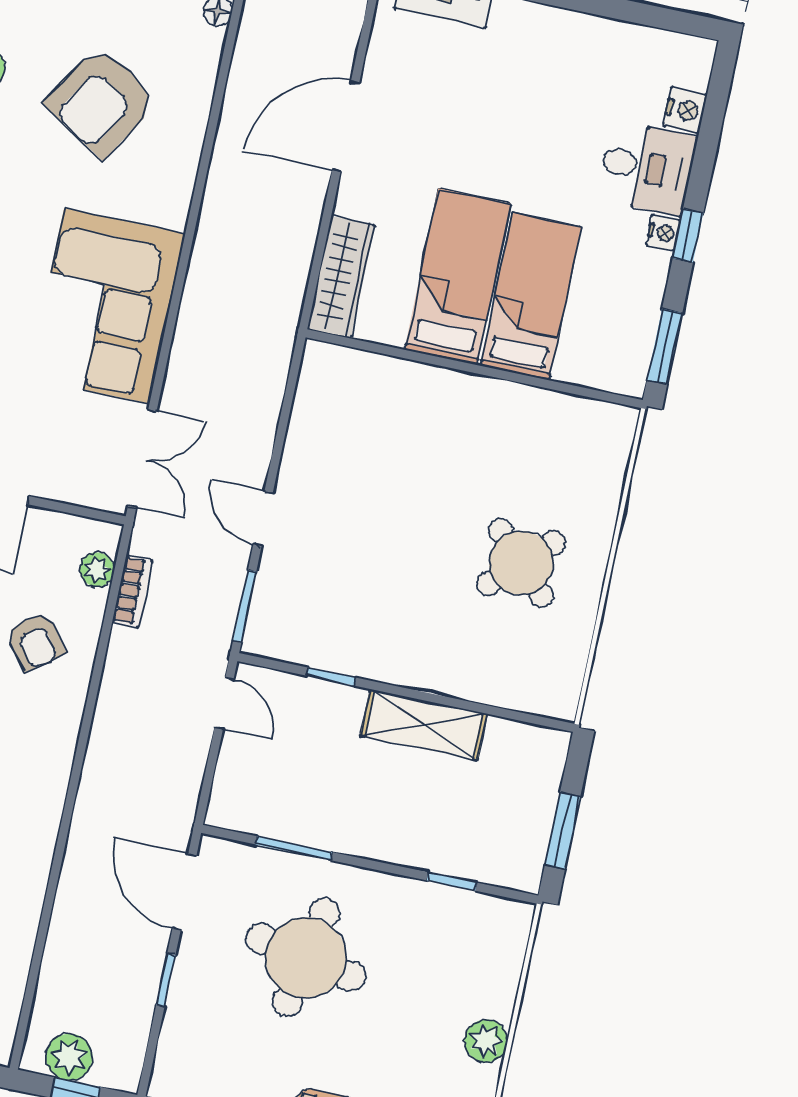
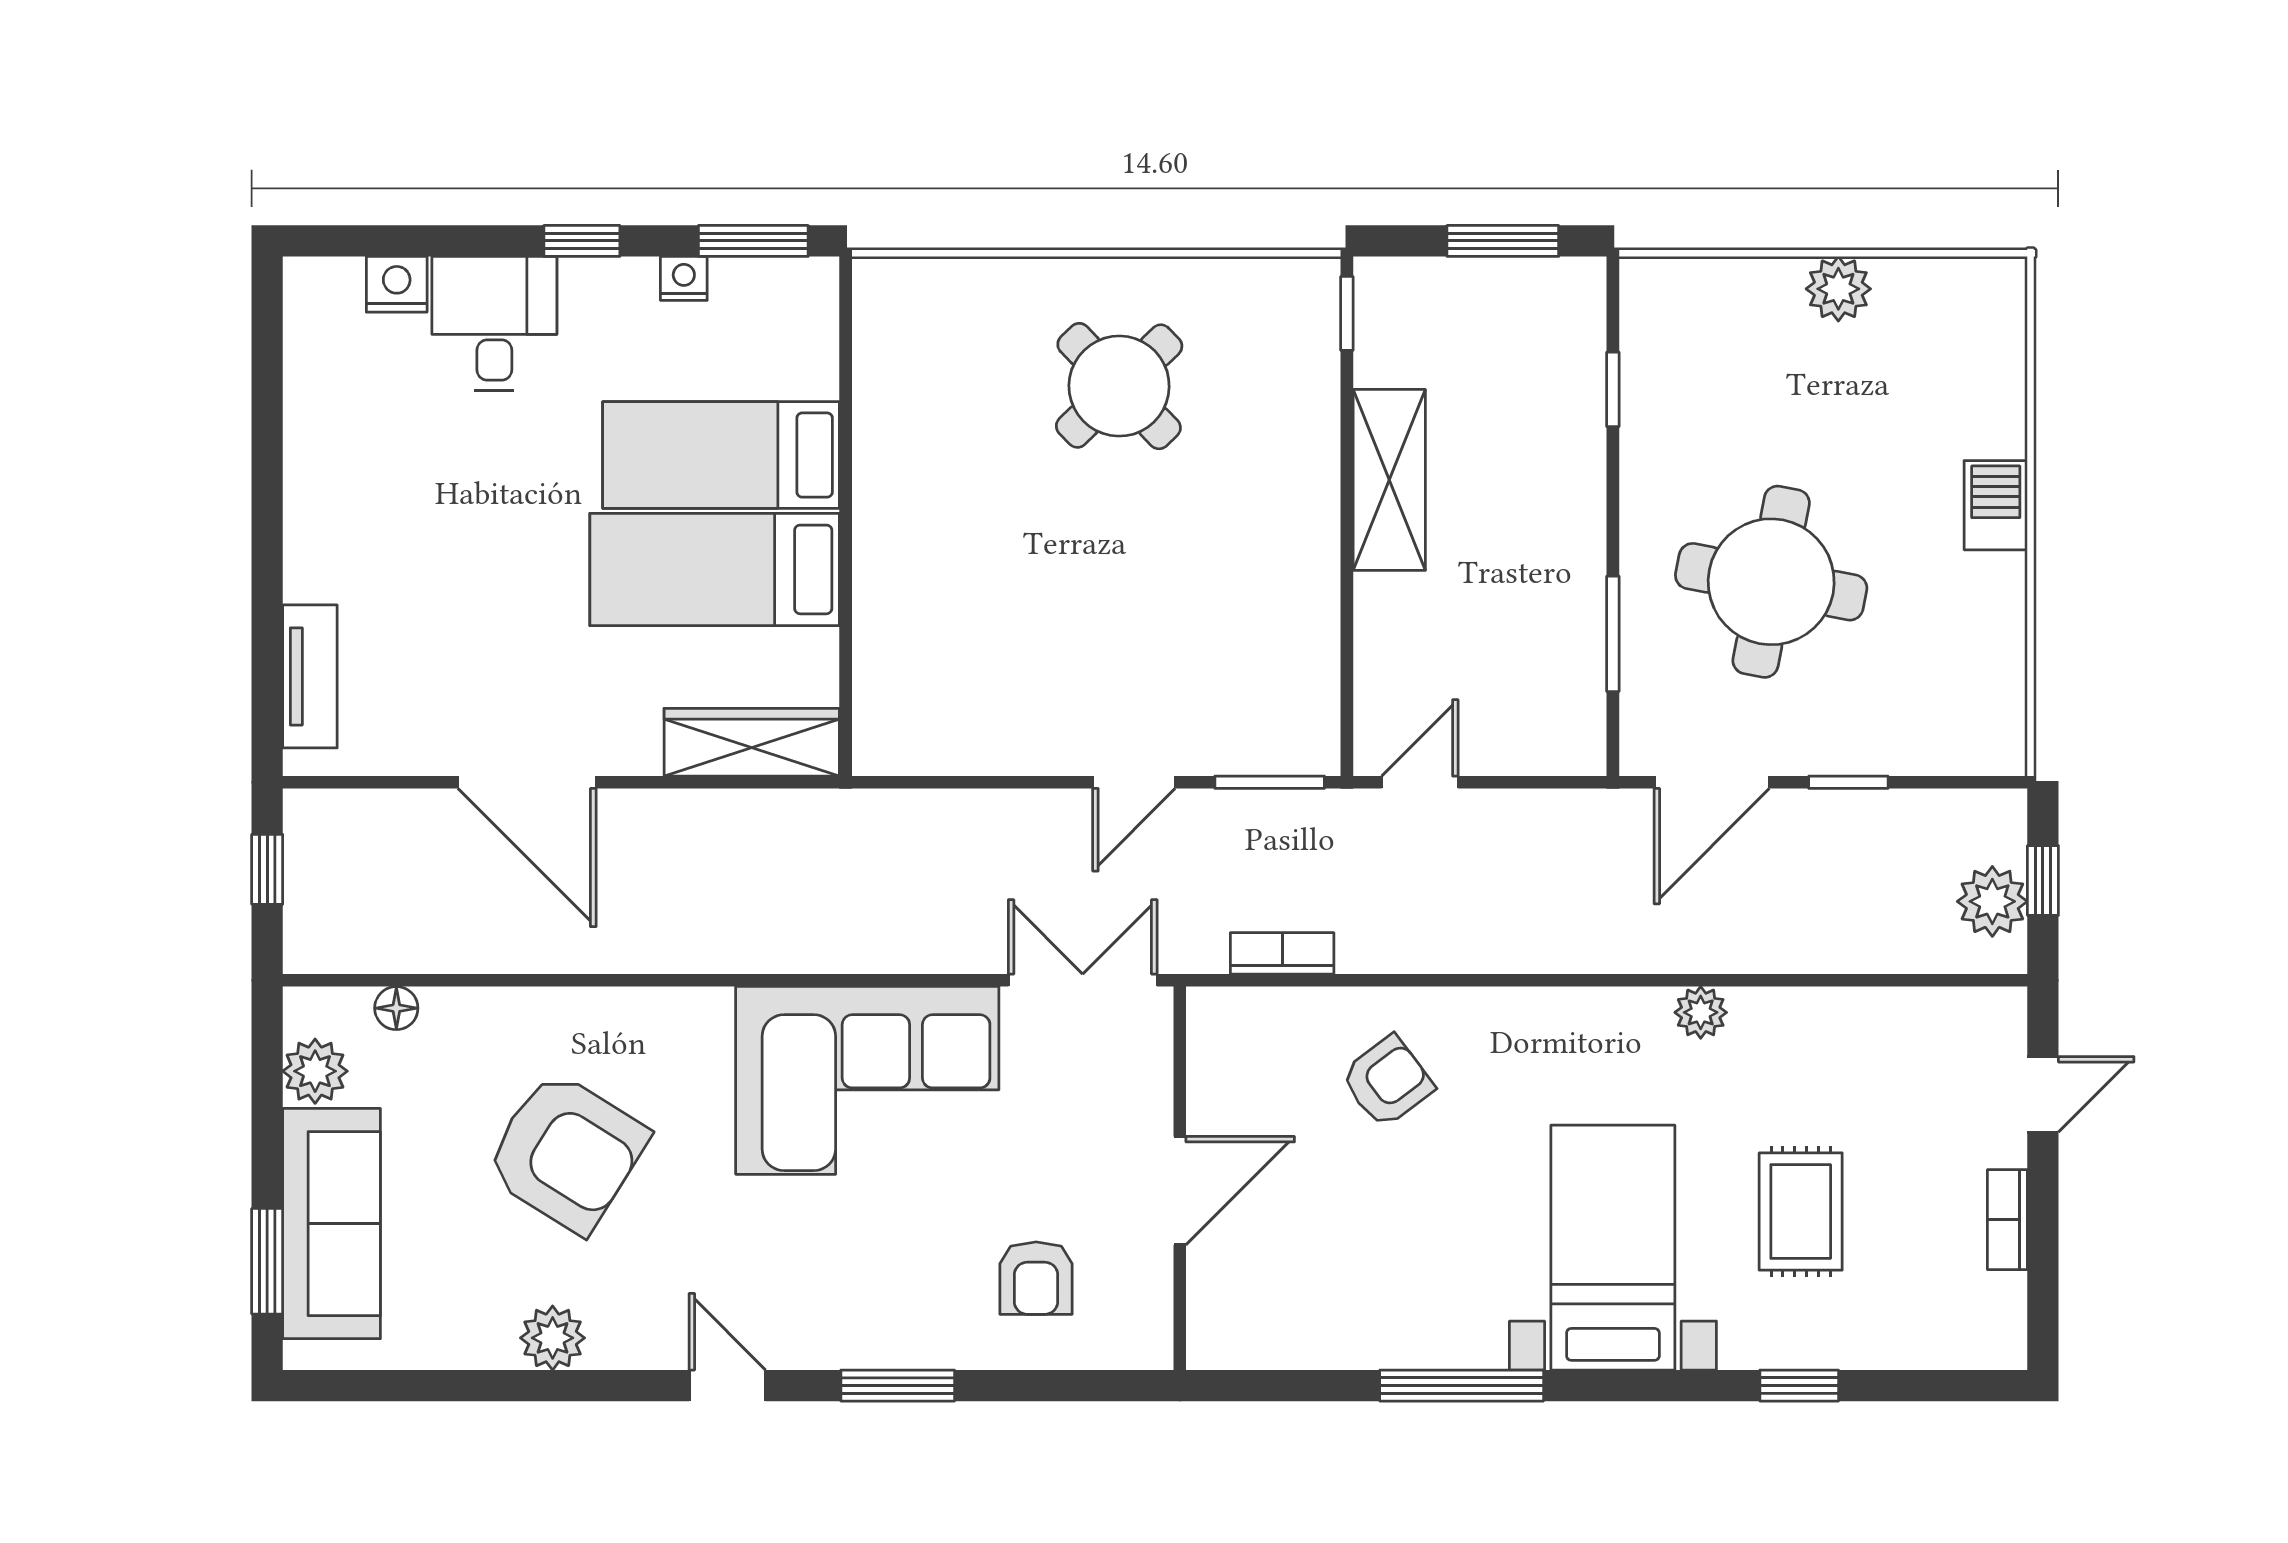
nightstand: (663, 233) -> (684, 278), moved
plant: (97, 570) -> (1701, 1012), moved
window: (331, 677) -> (1347, 313), moved

